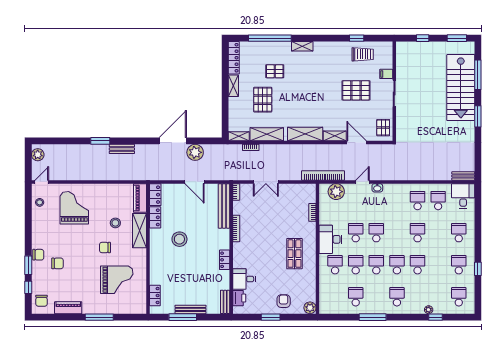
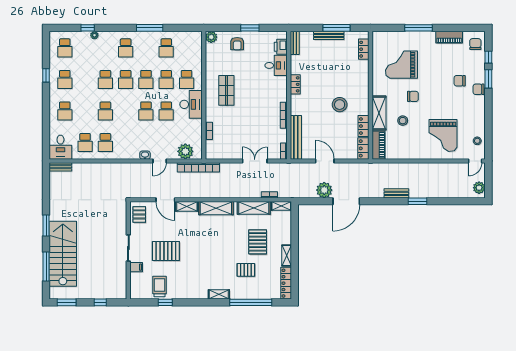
trolley: (363, 54) -> (159, 286), turned 90

